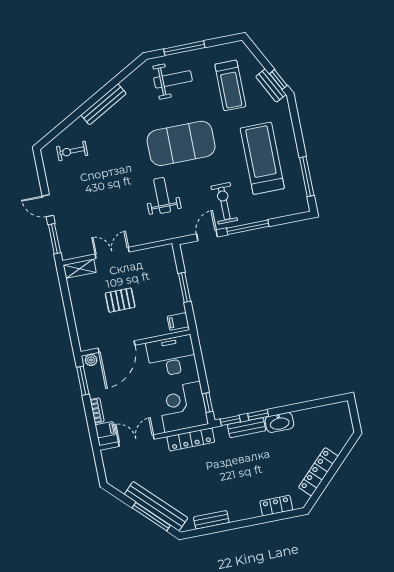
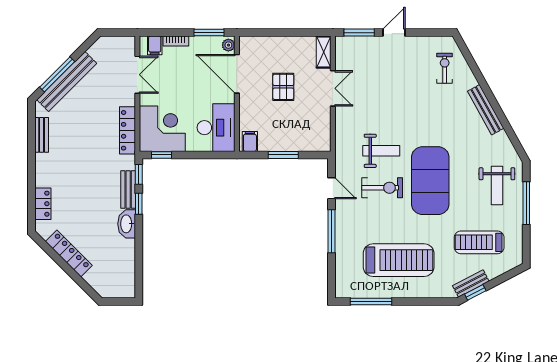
exercise bike: (224, 203) -> (382, 188), moved

